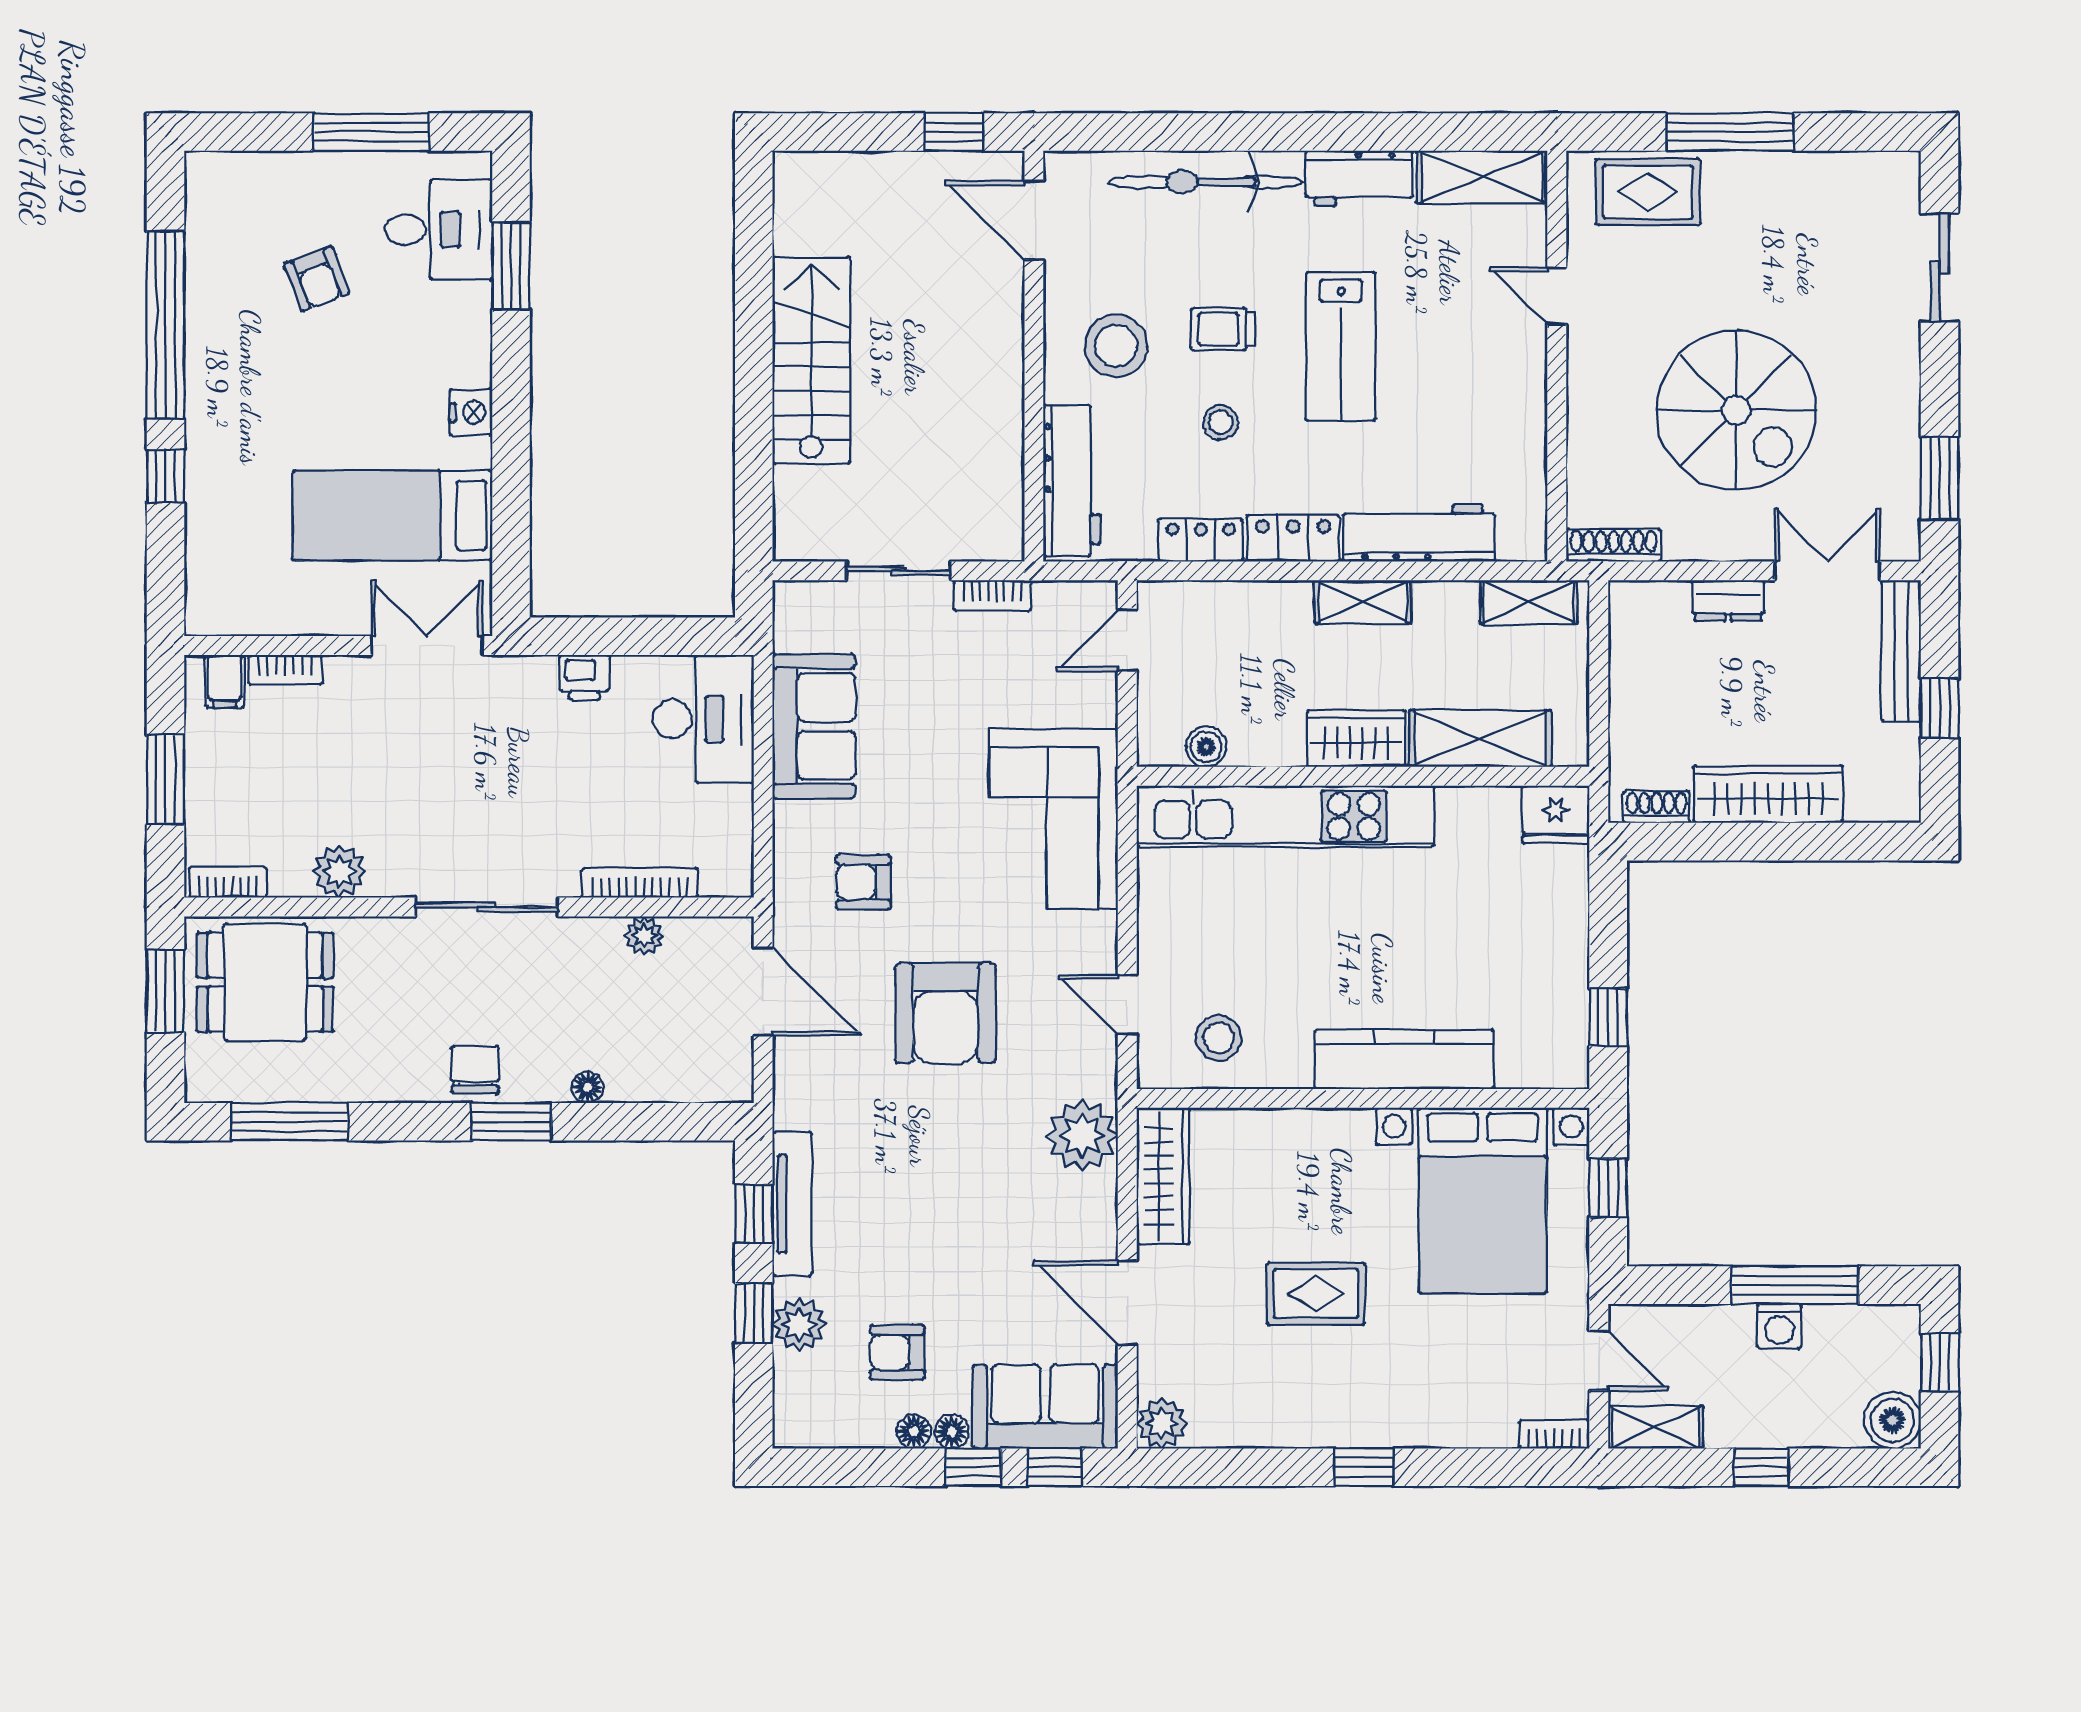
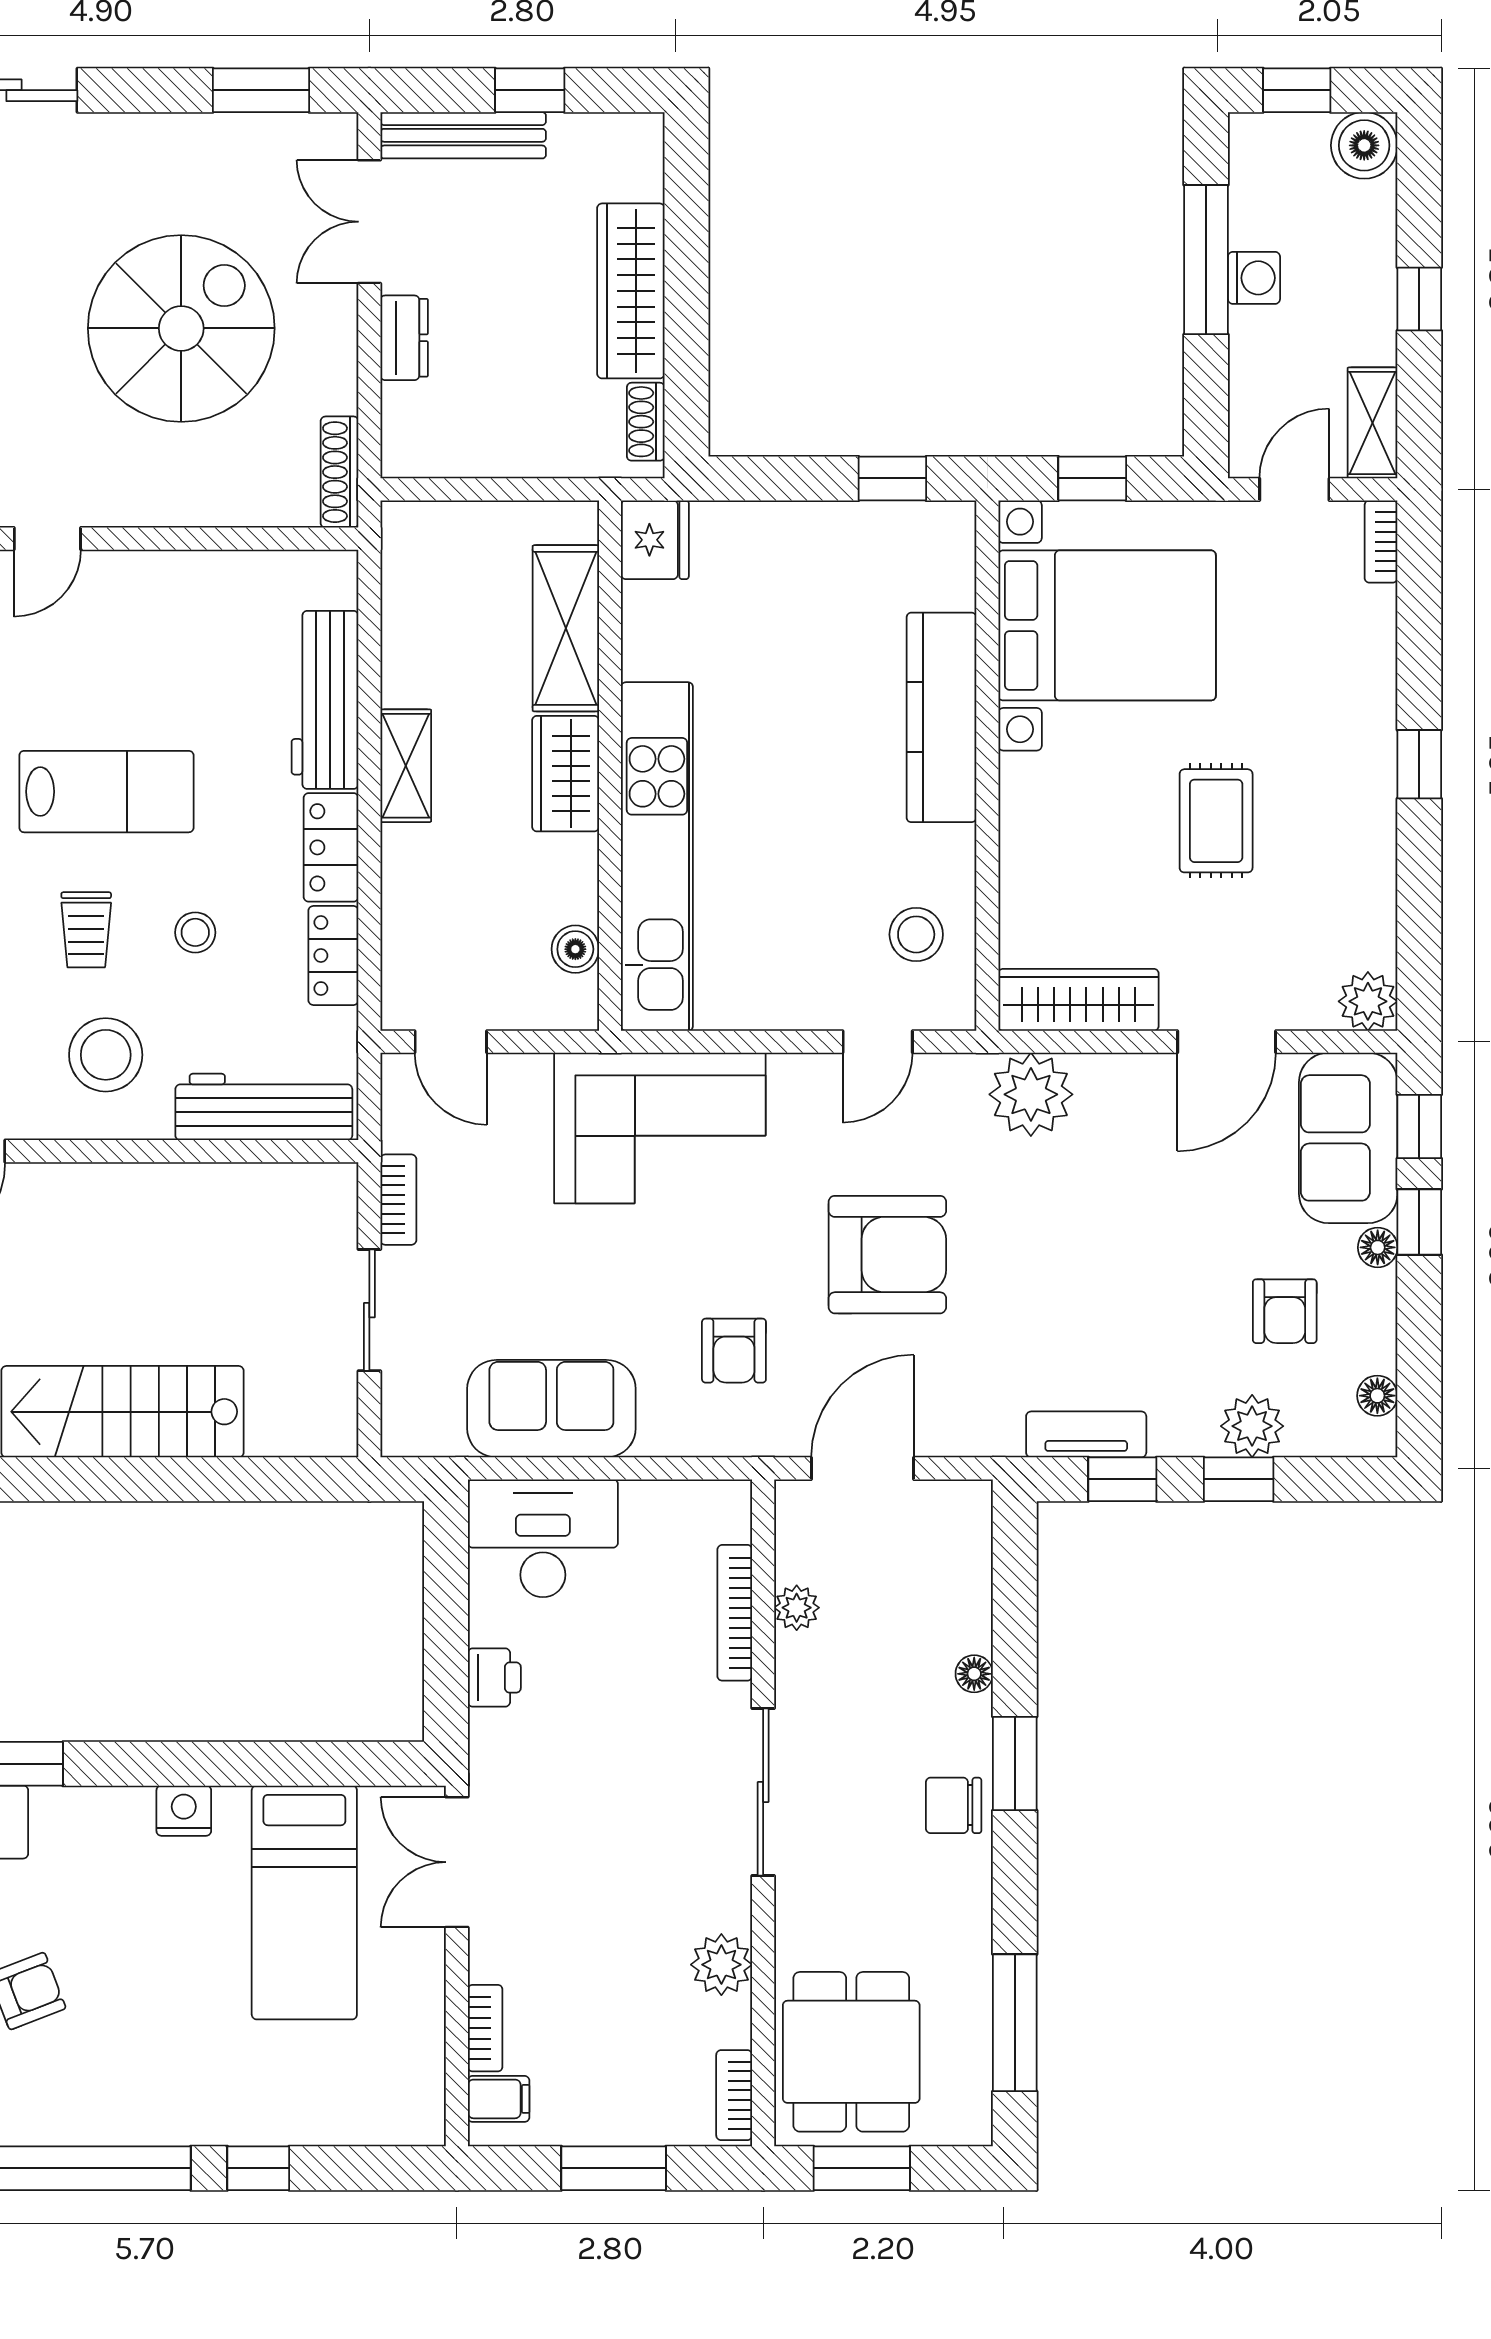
shelving: (1529, 602) -> (406, 572), removed
tv unit: (792, 1204) -> (1086, 1434), width x0.71
floor lamp: (914, 1431) -> (1377, 1396), moved

